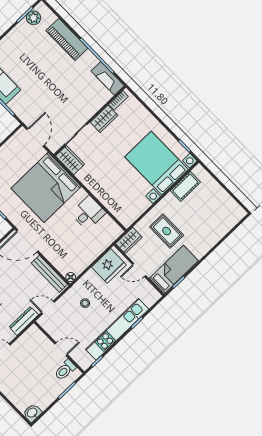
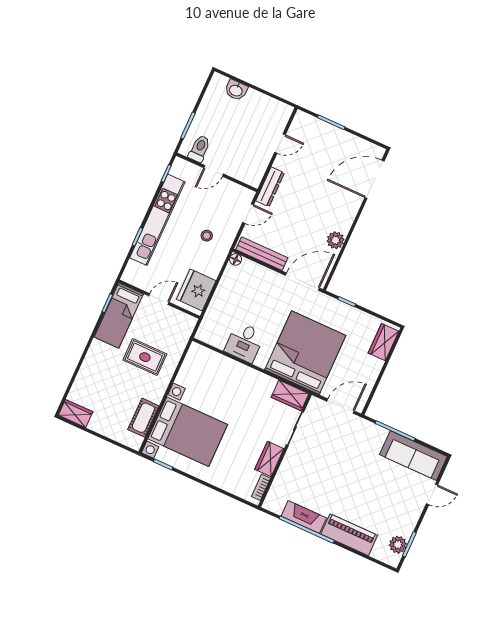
fireplace: (108, 78) -> (304, 517), moved
door: (36, 137) -> (341, 406), swing flipped
wardrobe: (129, 240) -> (76, 413), moved, turned 90
washbasin: (32, 413) -> (236, 90), moved, turned 90

